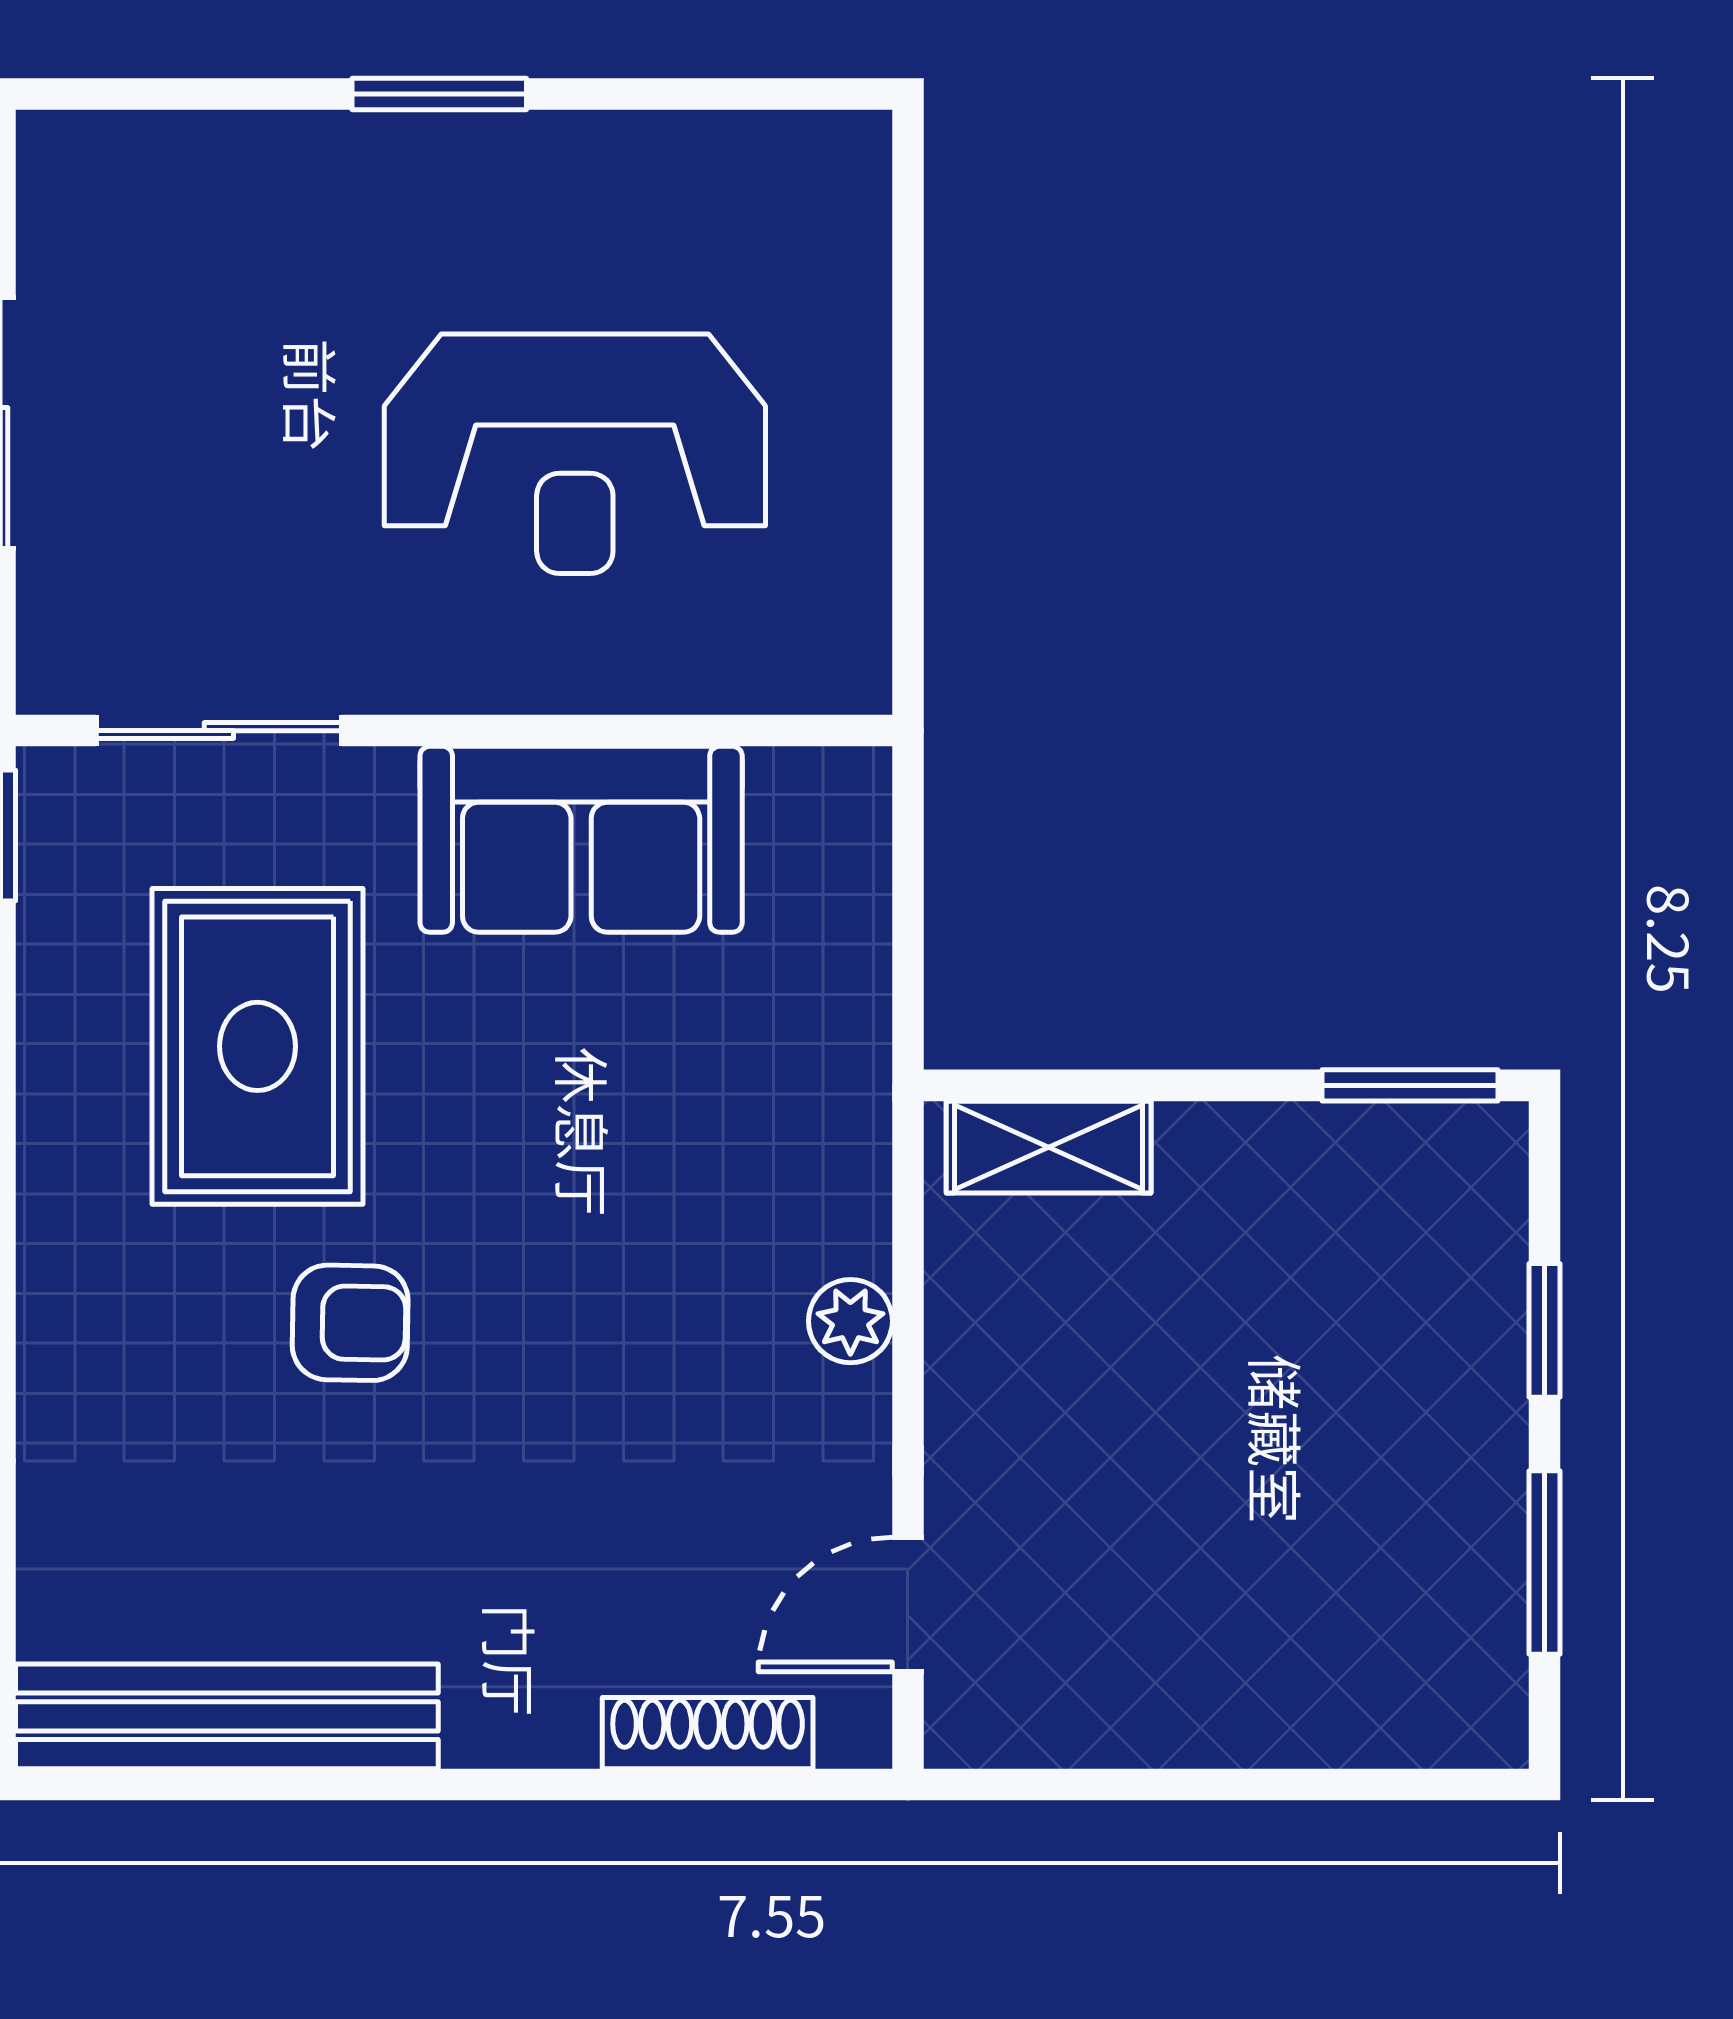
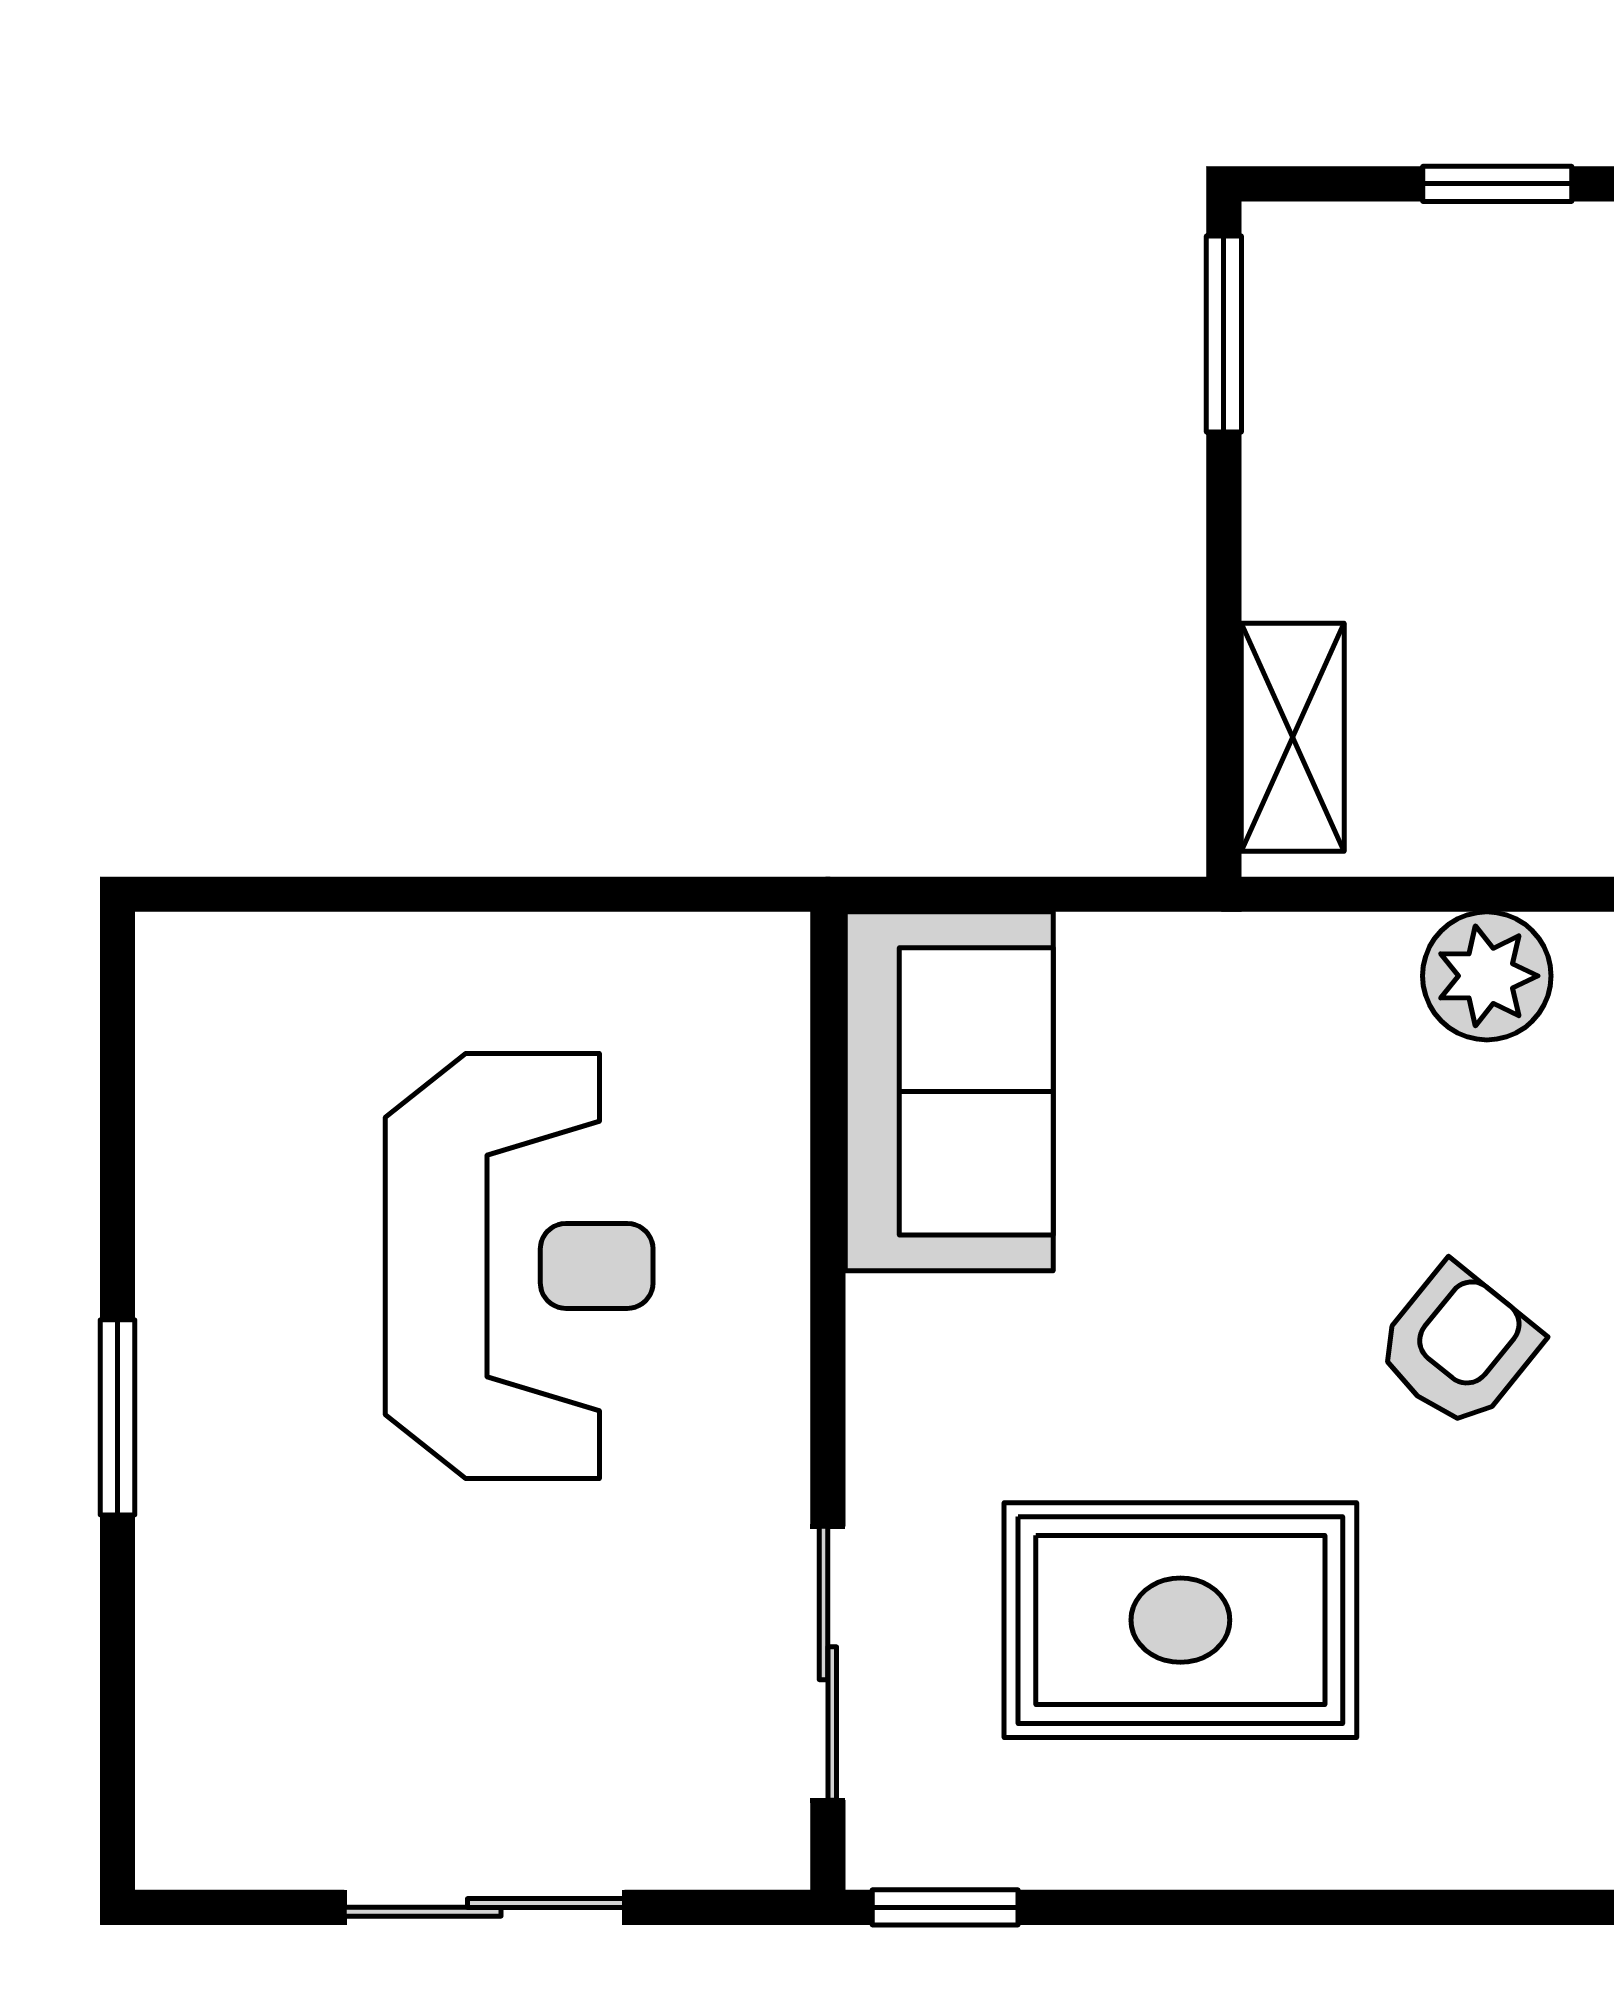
sofa: (581, 839) -> (949, 1091), moved
plant: (850, 1321) -> (1487, 976), width x1.38, depth x1.38
armchair: (350, 1323) -> (1458, 1346), moved, turned 38

